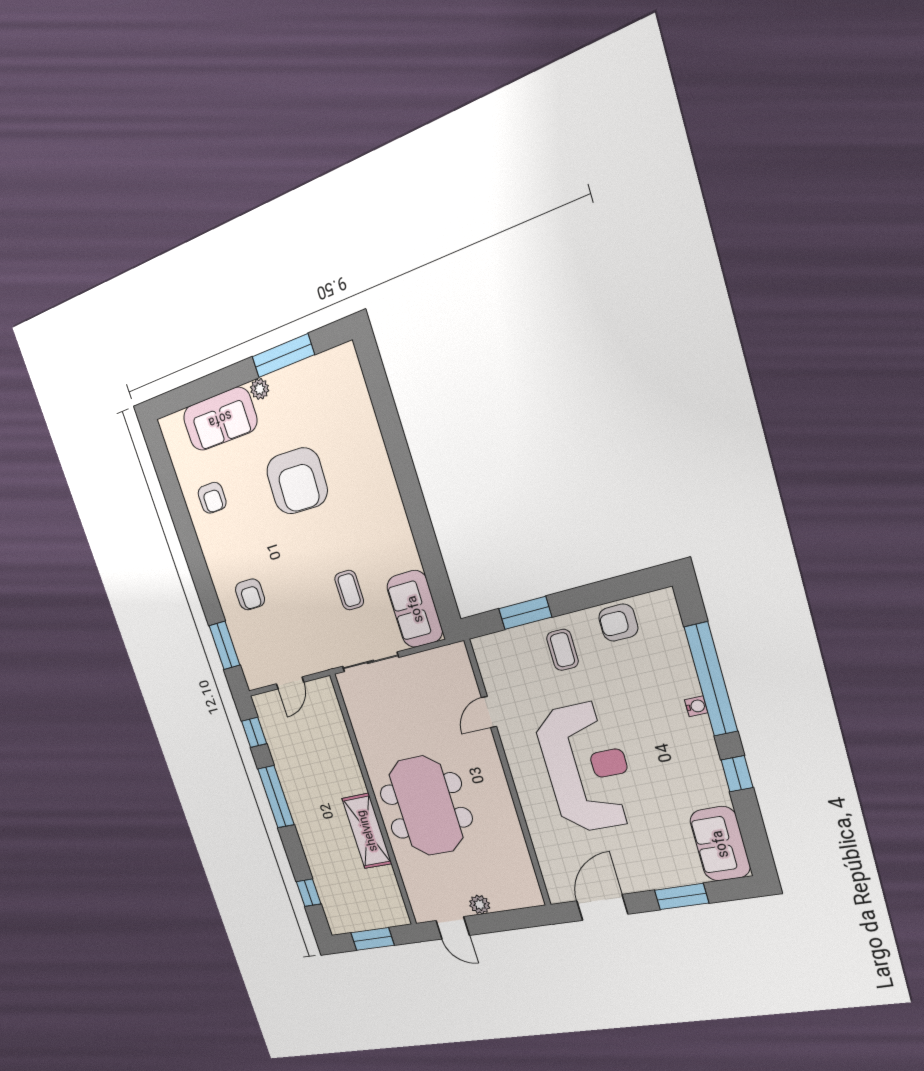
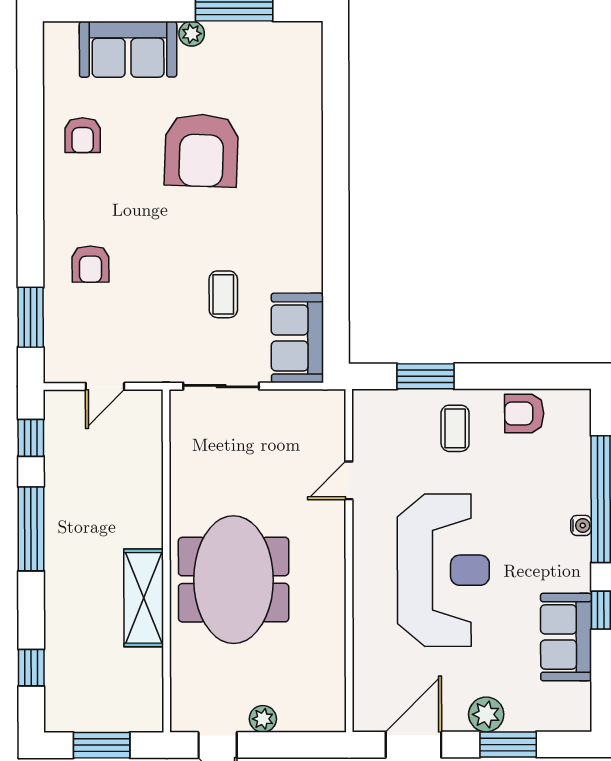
sofa: (720, 844) -> (566, 637), moved
plant: (656, 876) -> (486, 714), added

